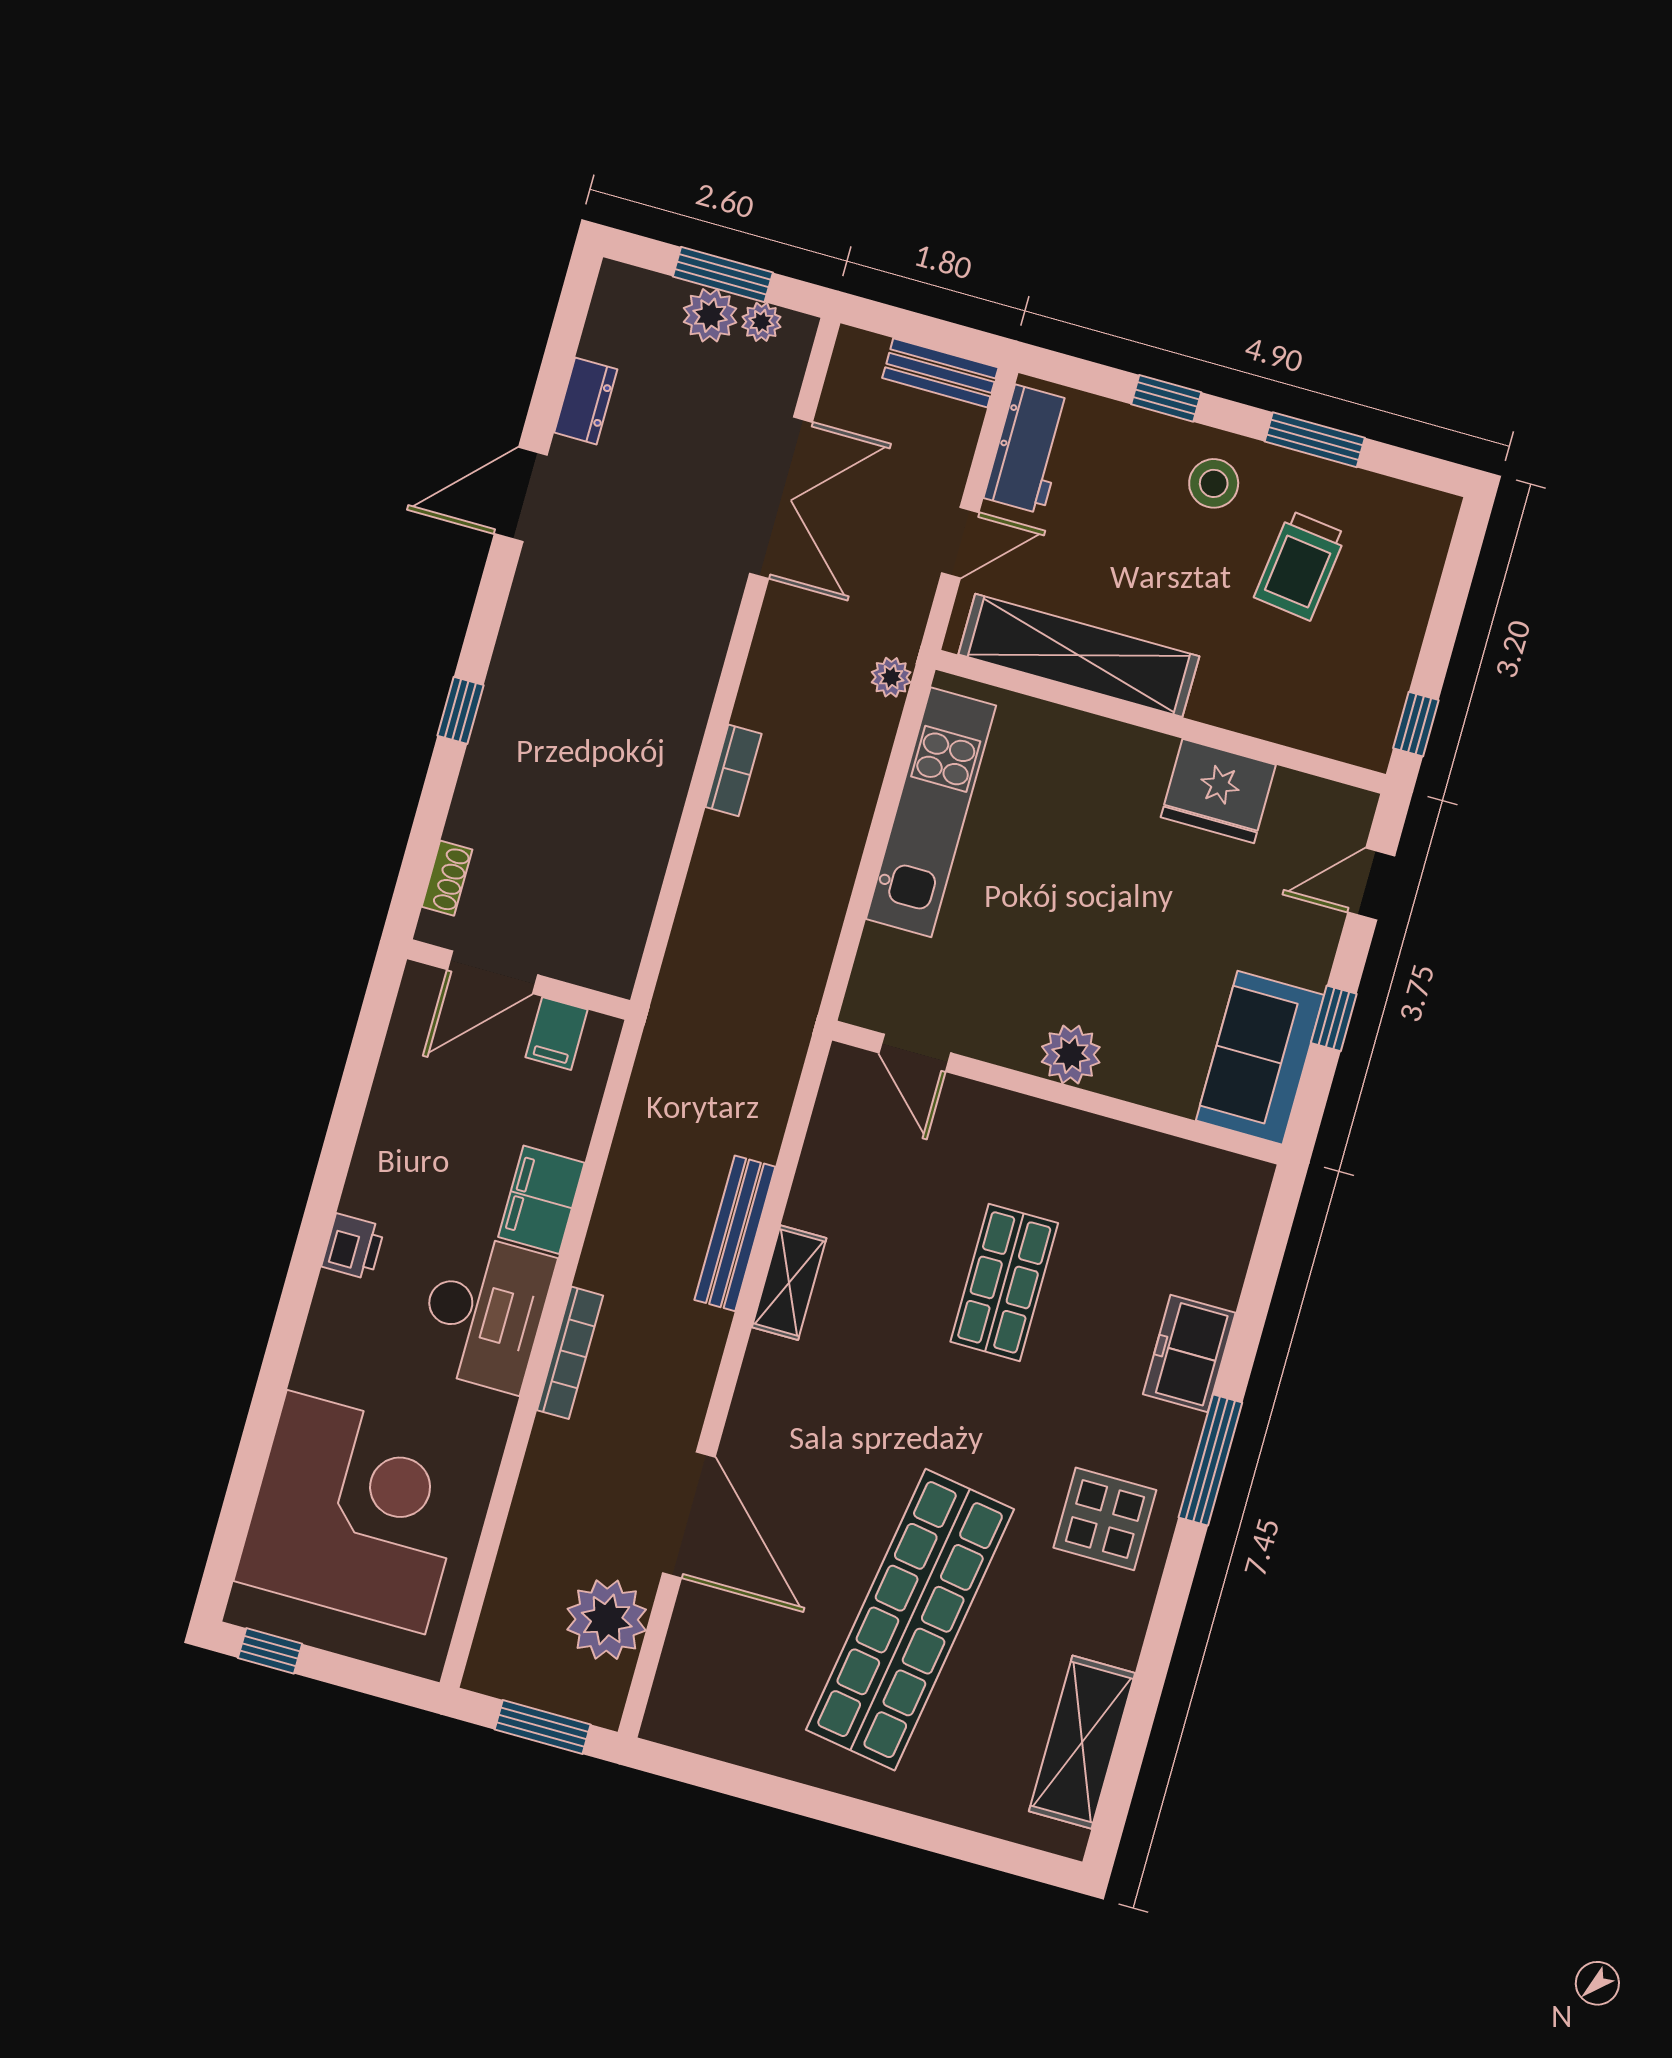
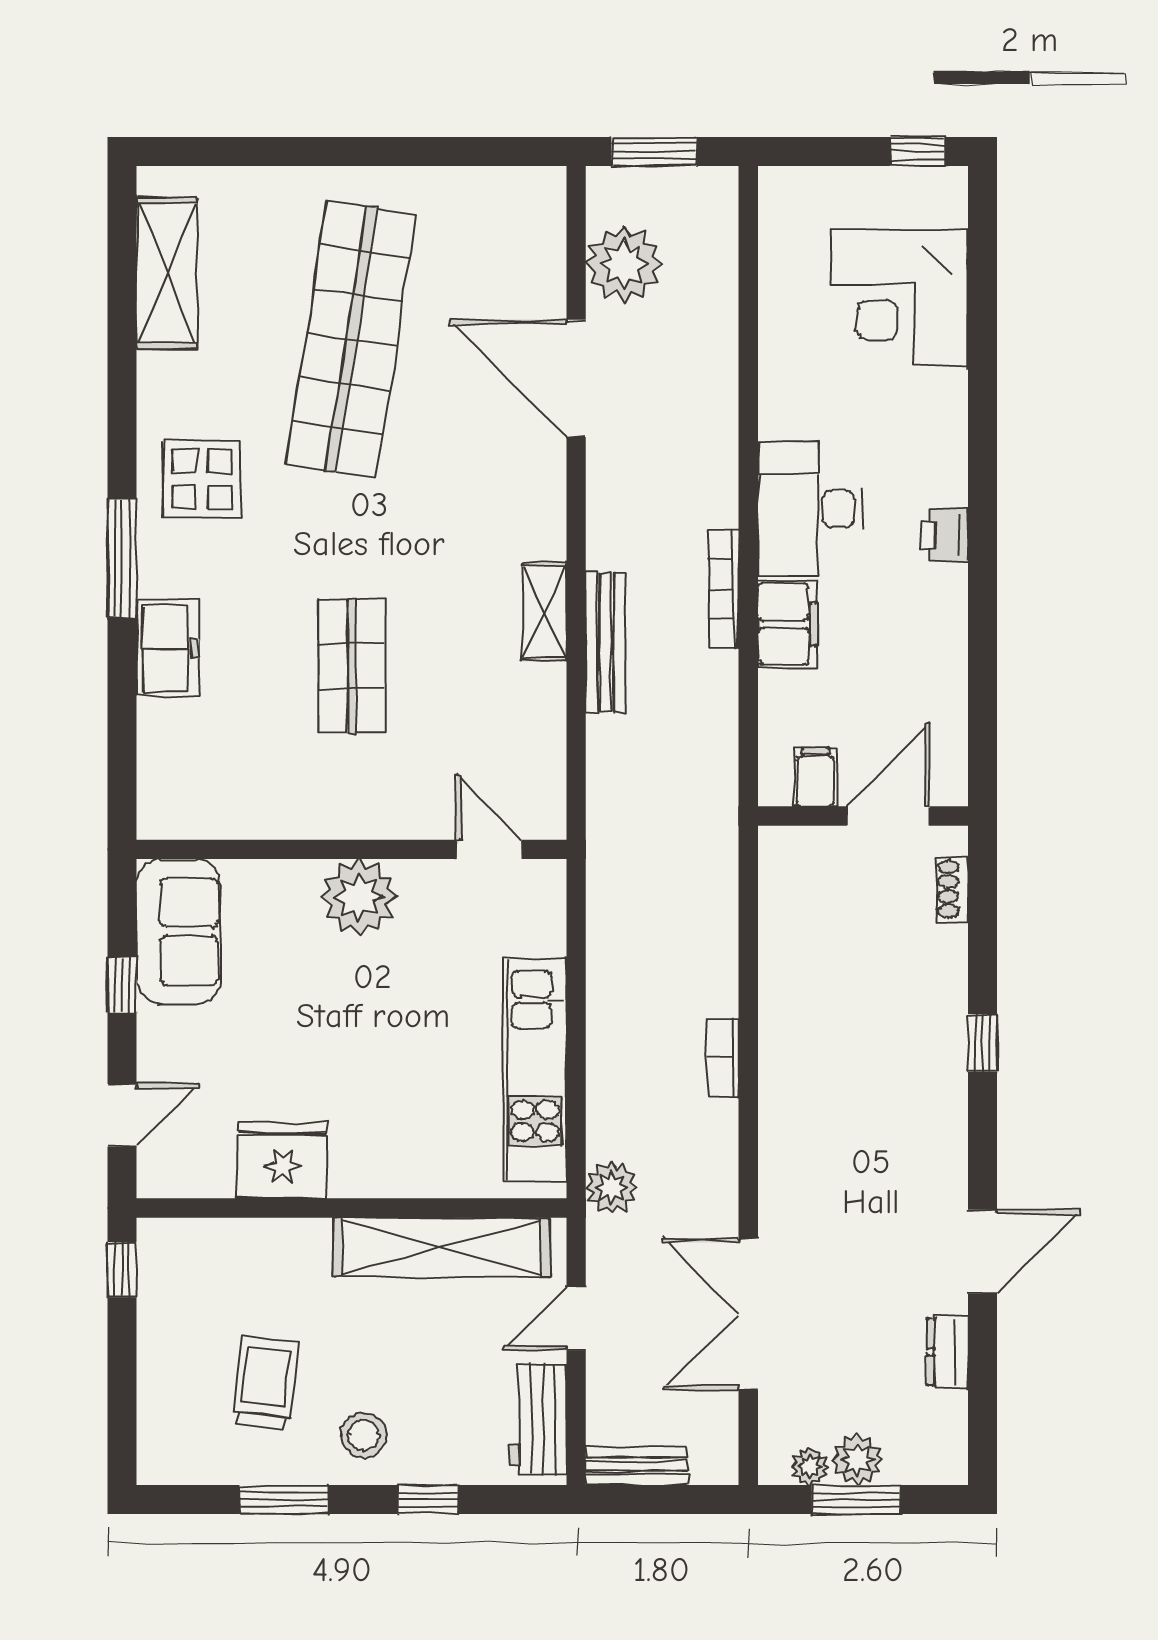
plant: (891, 677) -> (612, 1187), width x1.38, depth x1.38
plant: (1071, 1054) -> (359, 897), width x1.36, depth x1.36
bookcase: (570, 1353) -> (723, 589), moved
corner desk: (356, 1512) -> (900, 297), width x0.74, depth x0.74

